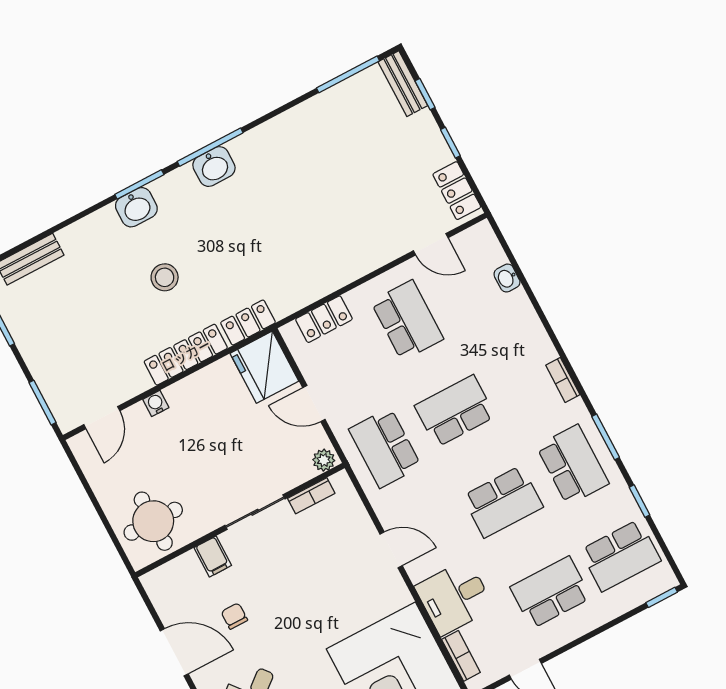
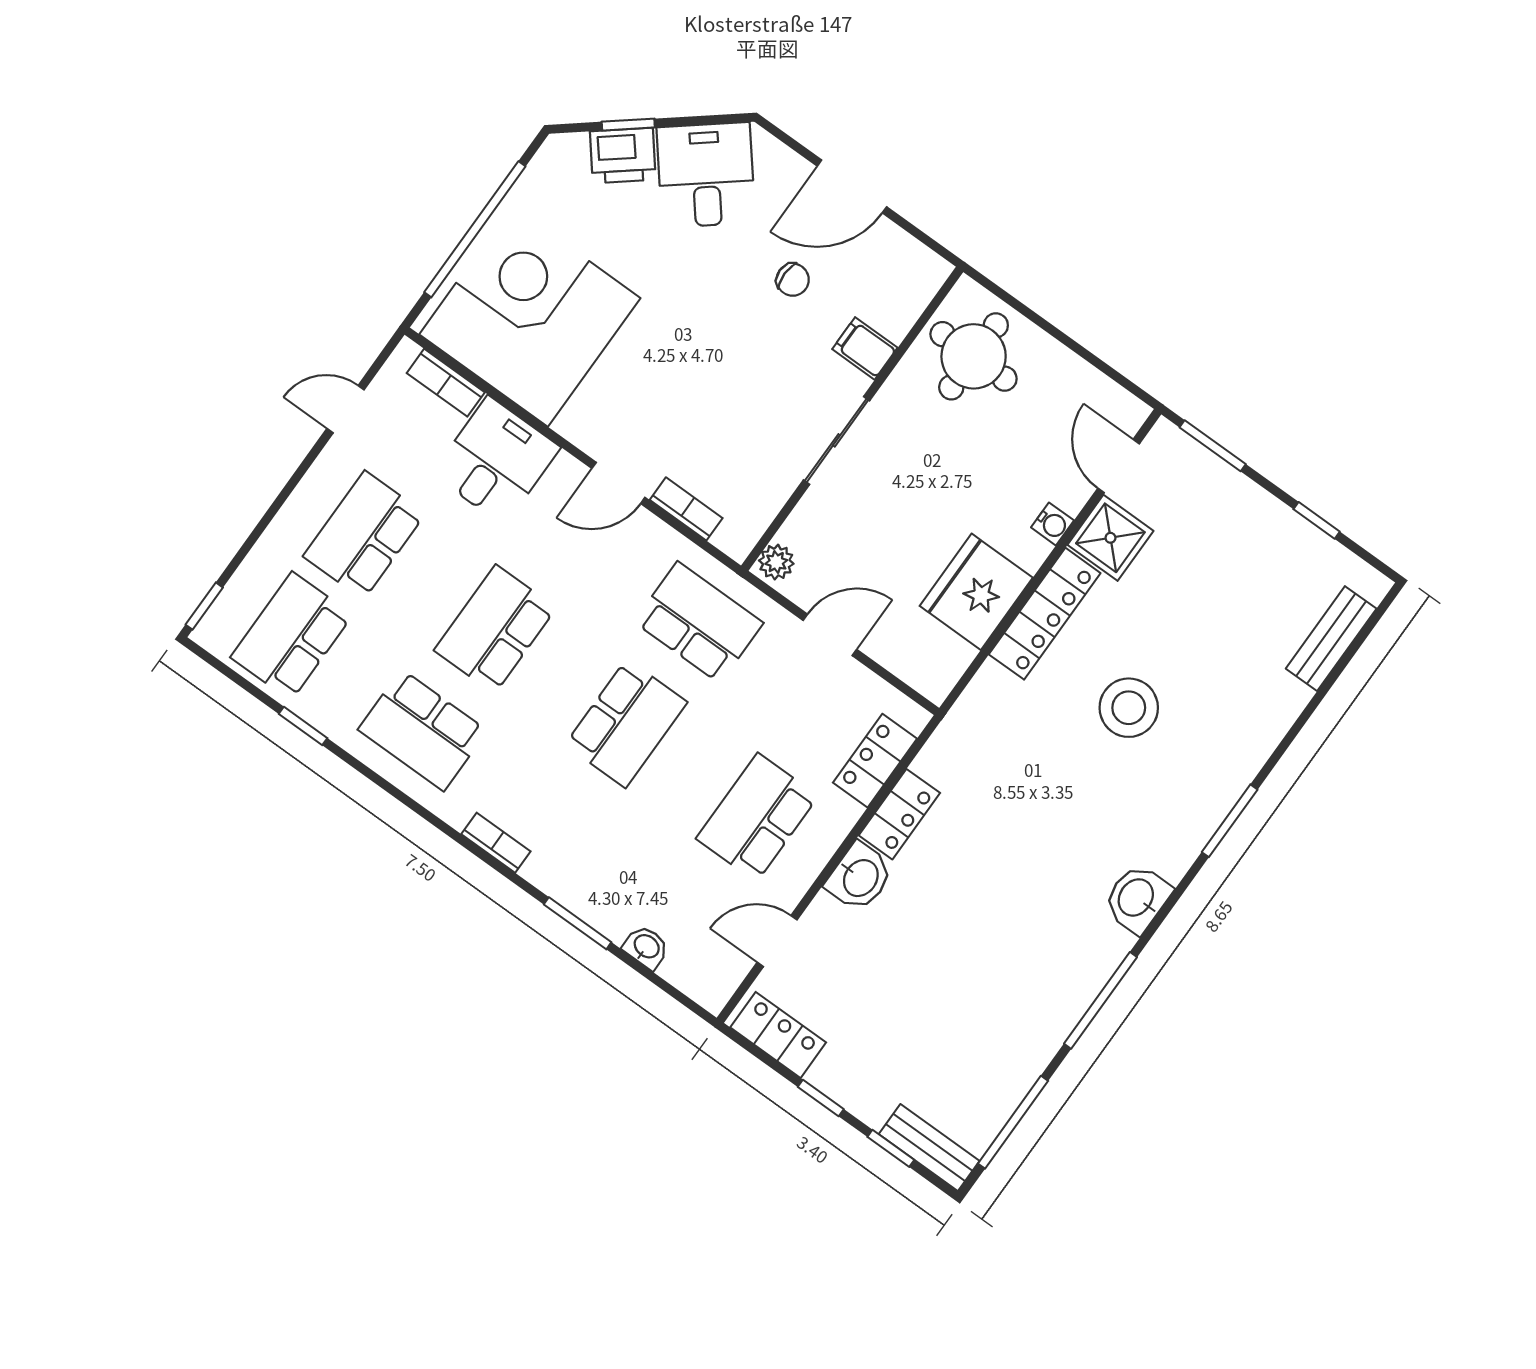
window: (210, 147) -> (1101, 1000), moved
washbasin: (136, 207) -> (860, 877), moved, turned 180
stool: (165, 277) -> (1129, 708), width x1.38, depth x1.38
school desk: (407, 320) -> (757, 817), turned 90
locker: (248, 323) -> (899, 814), moved
fridge: (264, 367) -> (976, 592), moved, turned -90
shower: (127, 379) -> (1110, 538), added
window: (606, 437) -> (578, 923), moved
bookcase: (311, 496) -> (686, 509), moved, turned 90
school desk: (551, 592) -> (364, 535), turned 180

